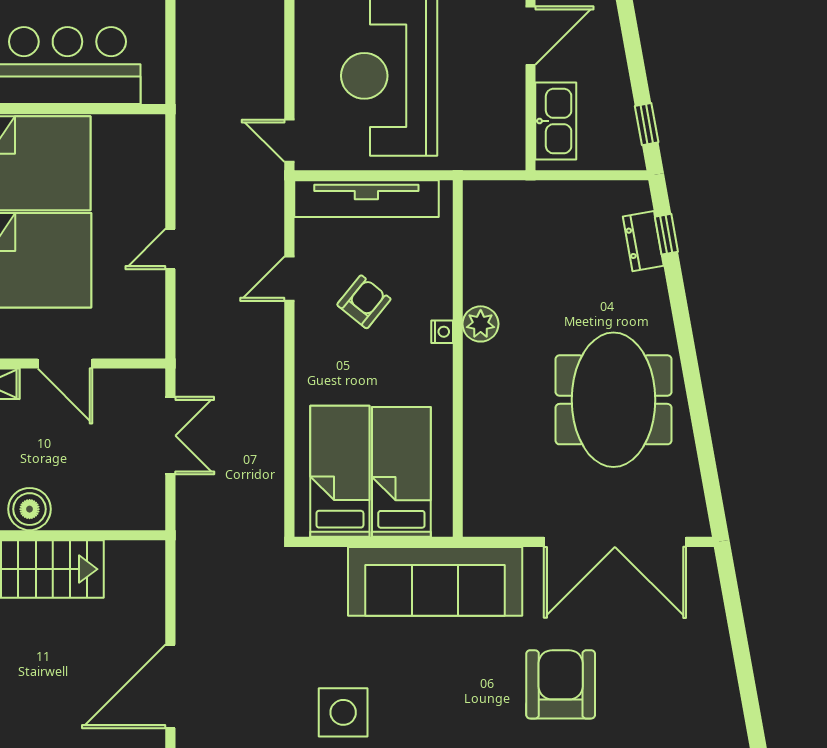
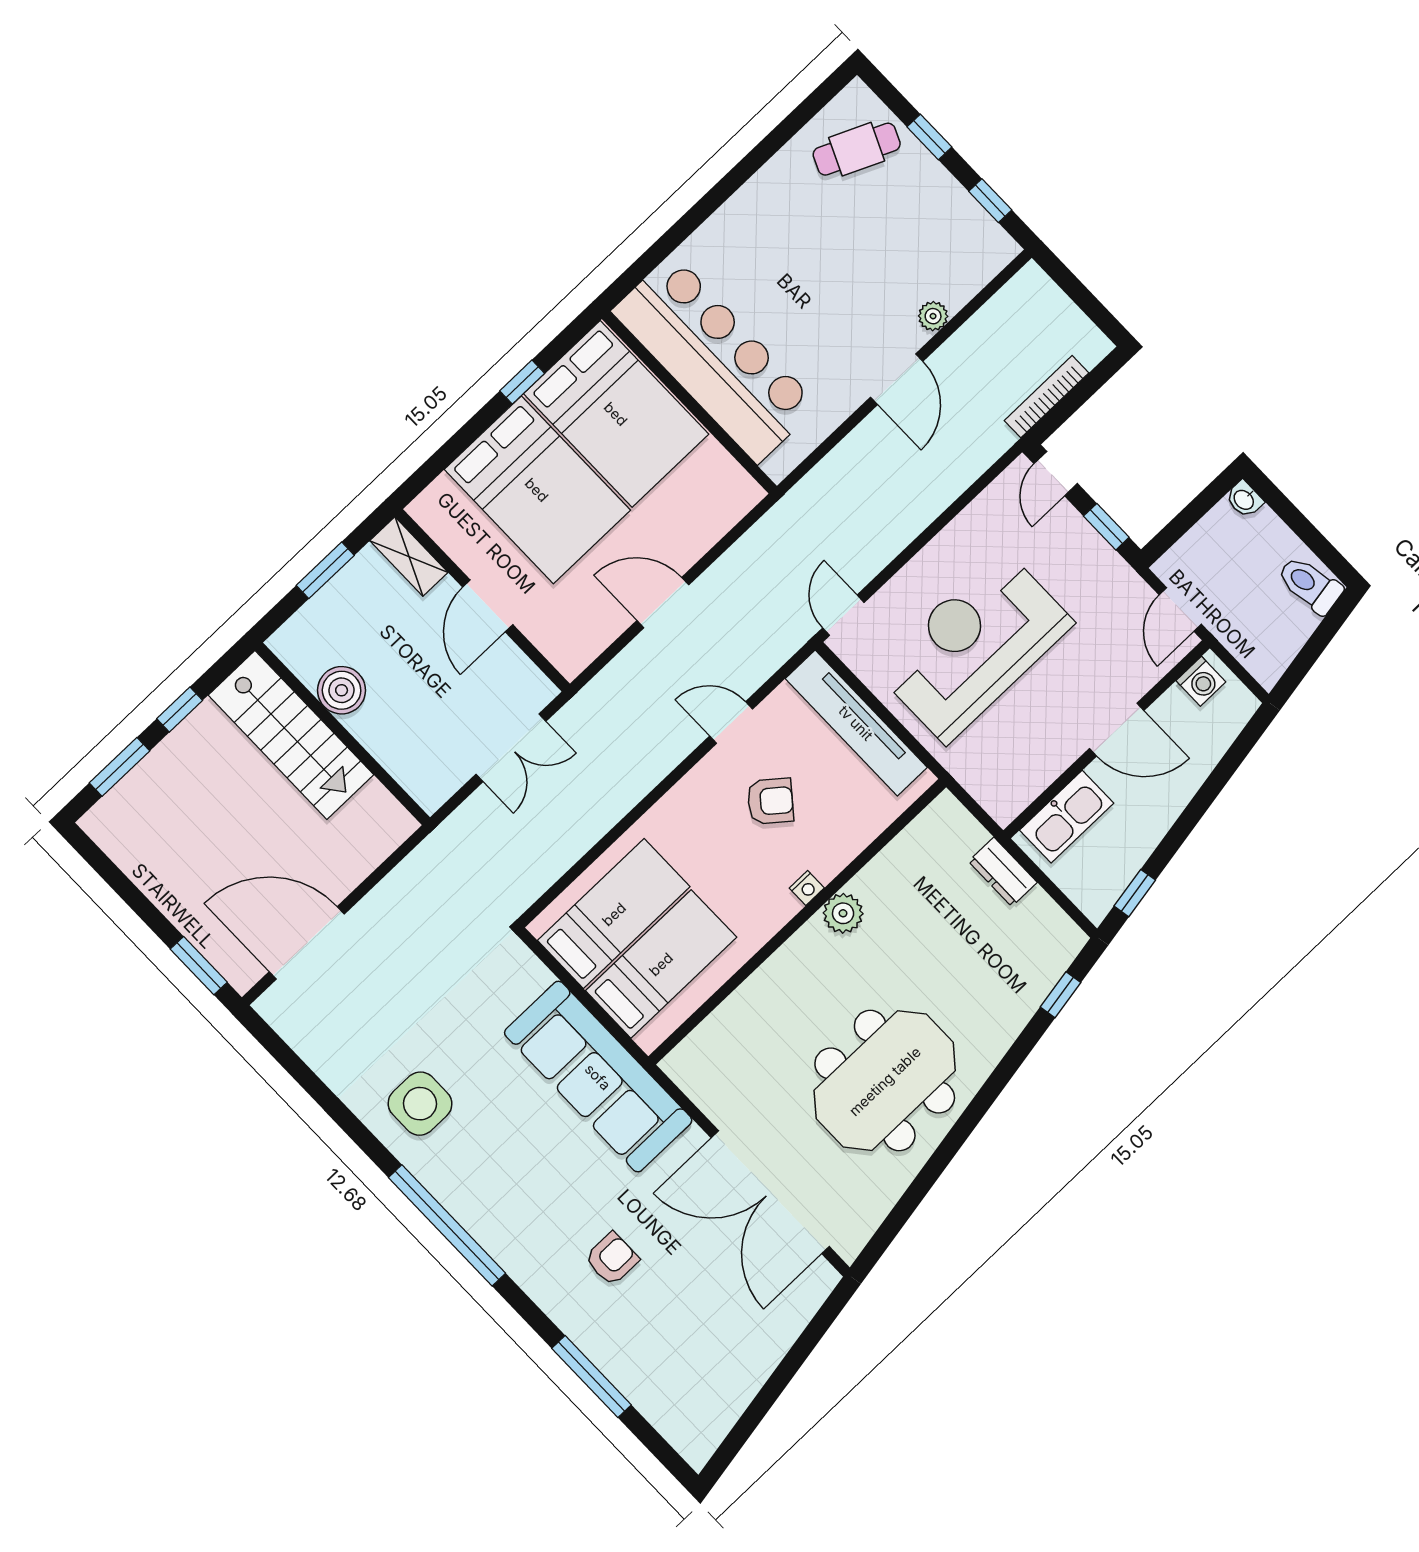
dresser: (643, 241) -> (1003, 872), moved, turned -80
door: (170, 249) -> (663, 603), width x1.38
armchair: (561, 684) -> (612, 1259), width x0.53, depth x0.53

